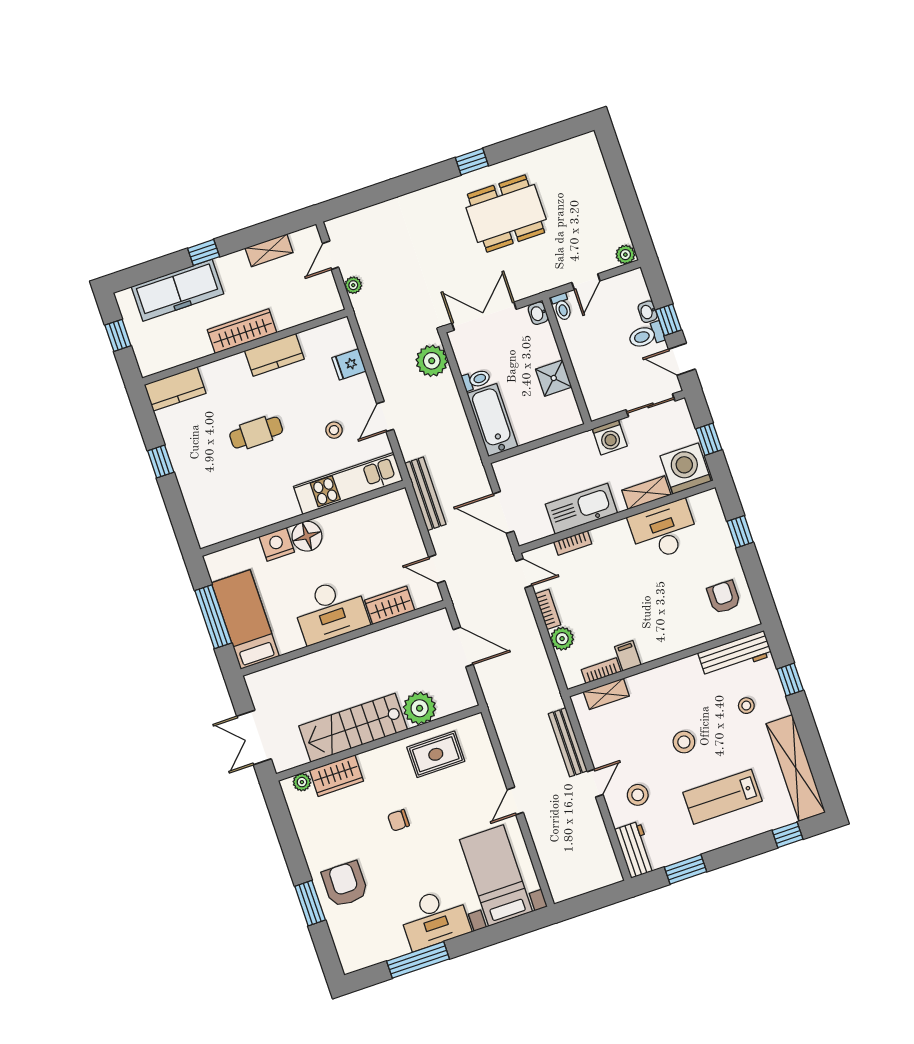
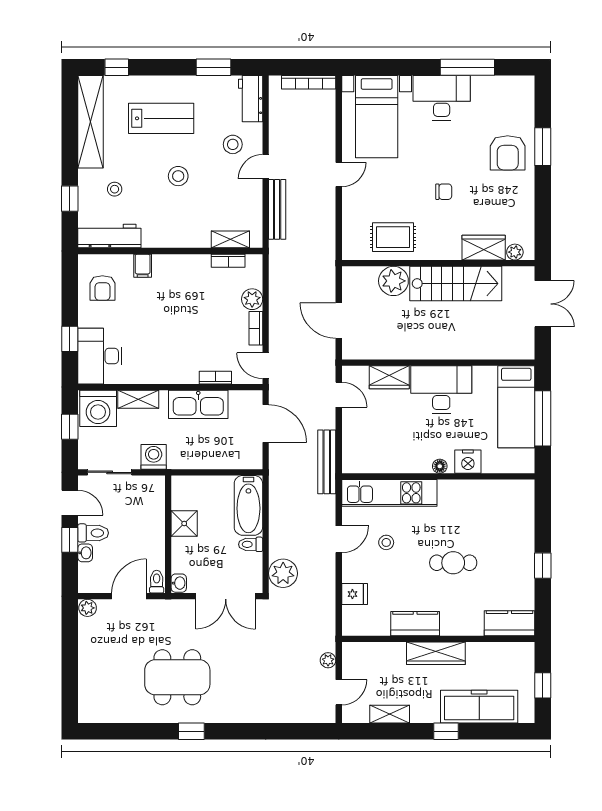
door: (586, 282) -> (129, 596), width x1.38
desk: (664, 530) -> (100, 356), moved, turned 90
floor lamp: (307, 536) -> (440, 466), width x0.53, depth x0.53
filing cabinet: (628, 656) -> (143, 266), moved
bookcase: (580, 887) -> (309, 82), added

